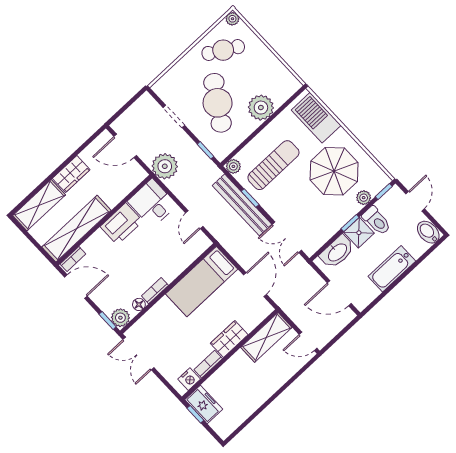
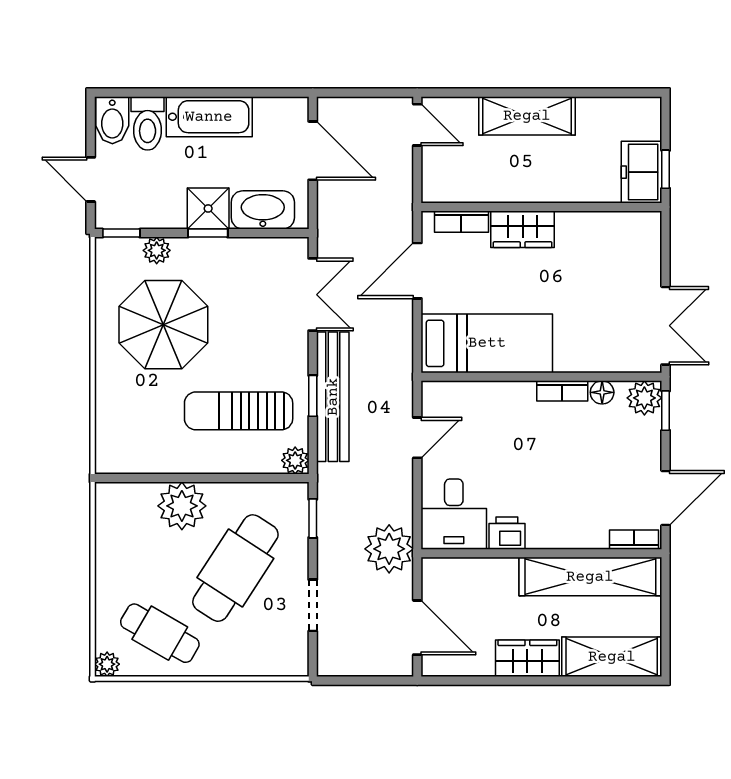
barbecue: (316, 118) -> (119, 421), removed
door: (415, 201) -> (91, 179), hinge flipped
toilet: (377, 221) -> (148, 123), moved, turned 180
printer: (121, 224) -> (507, 533), width x0.53, depth x0.68
door: (76, 287) -> (666, 498), swing flipped
shelving: (266, 337) -> (527, 116), moved
bookcase: (208, 364) -> (461, 222), moved
nightstand: (189, 379) -> (629, 226), removed

